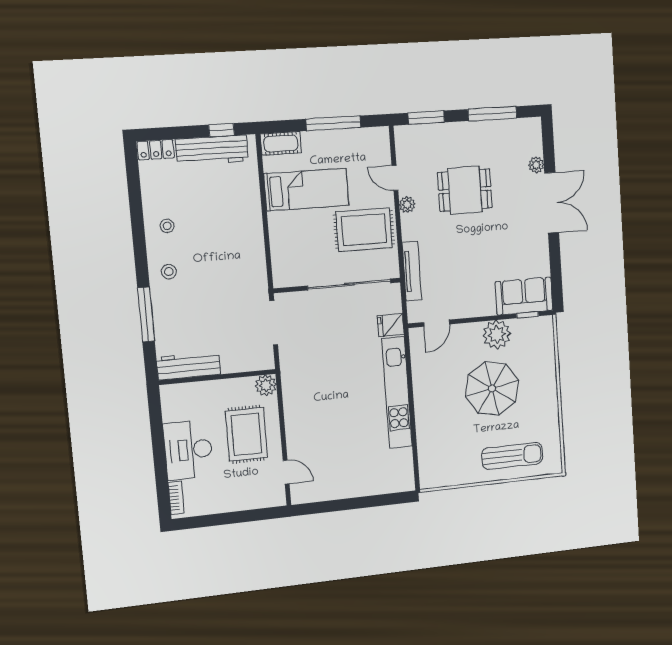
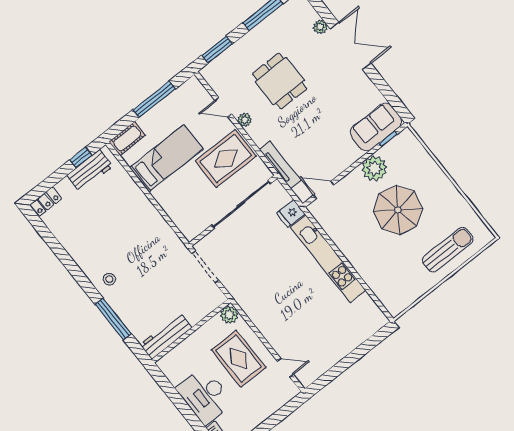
workbench: (212, 150) -> (90, 171), width x0.73
dining table: (465, 190) -> (280, 81), turned 90
stool: (167, 226) -> (87, 248), removed
door: (437, 323) -> (324, 190), swing flipped

